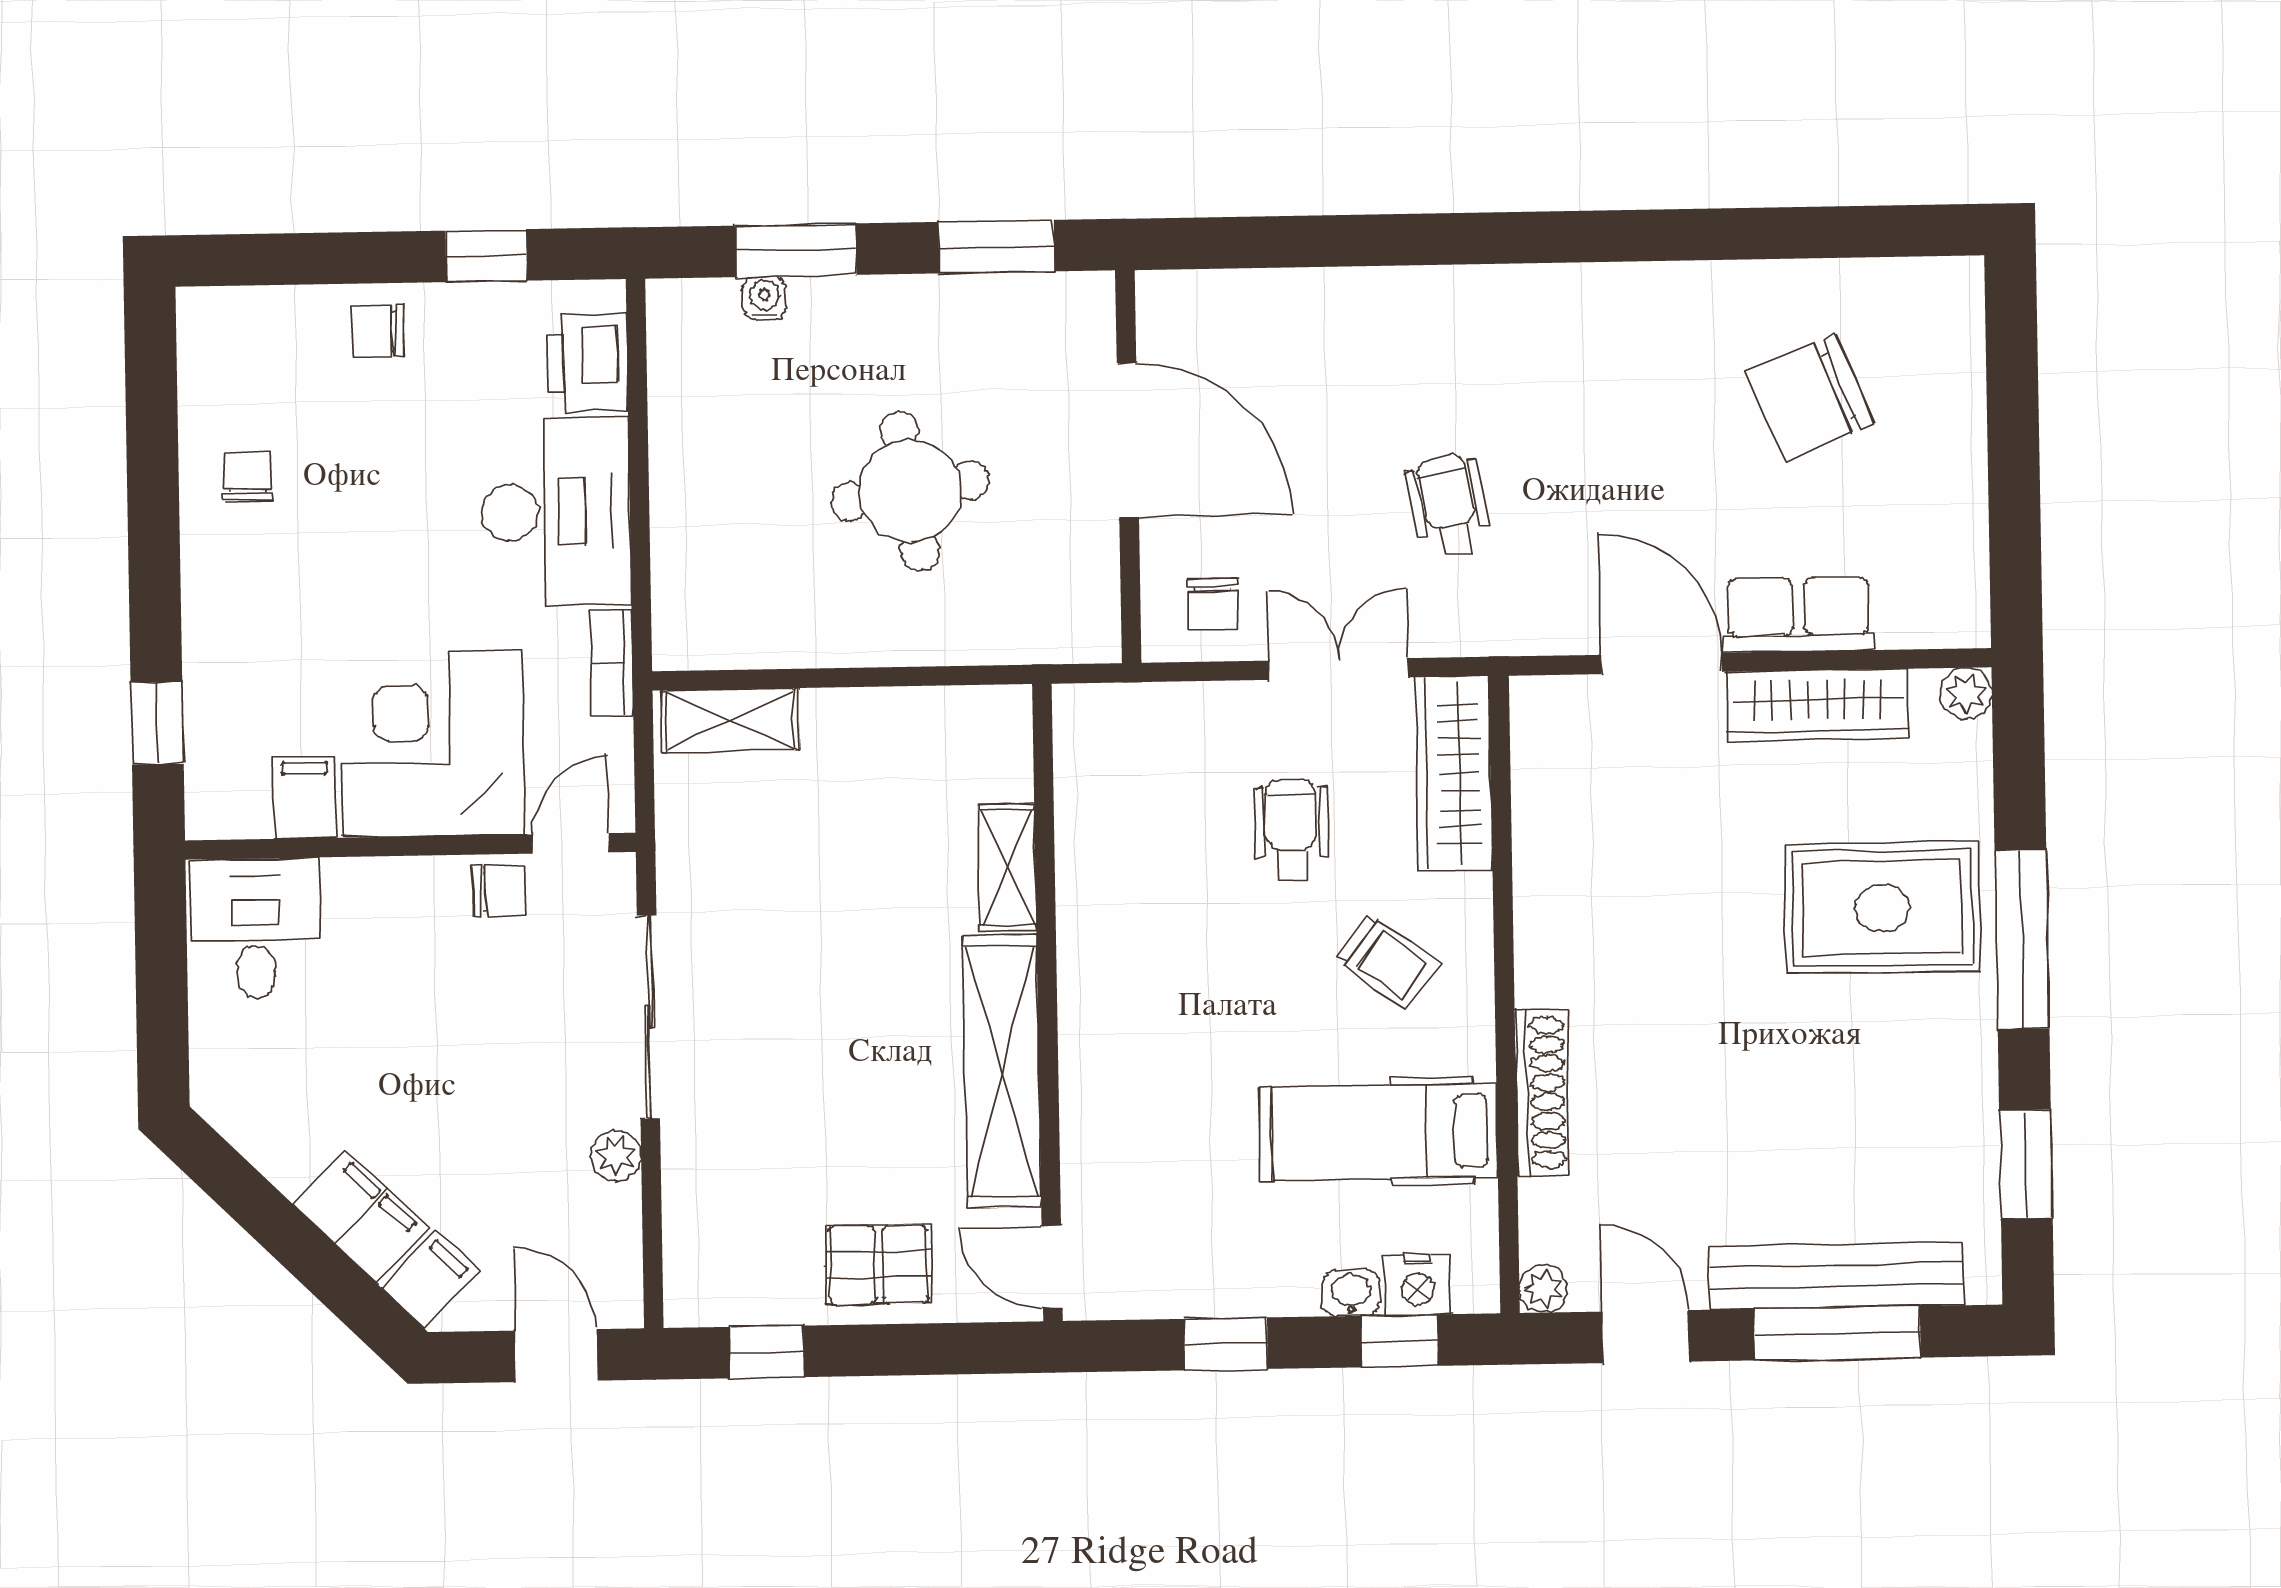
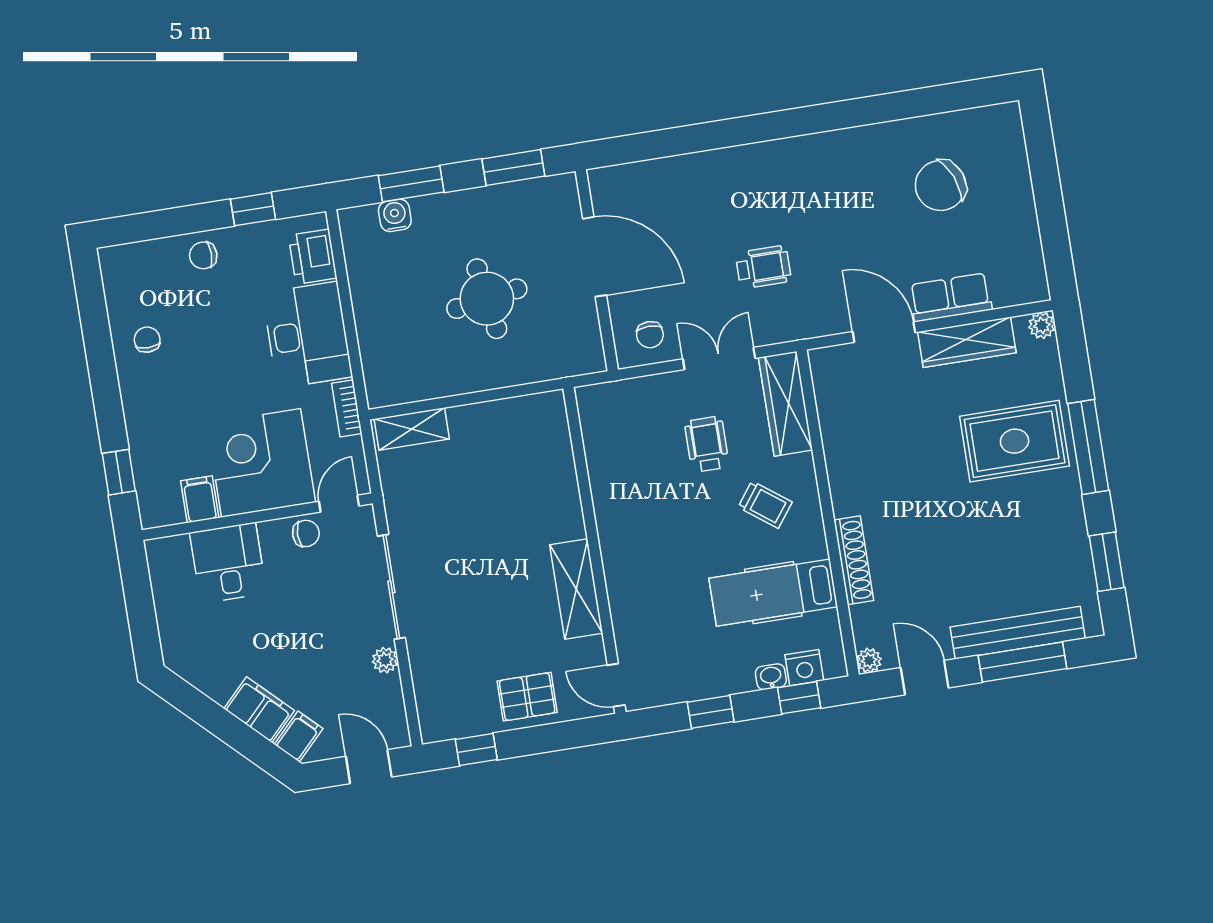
water cooler: (764, 298) -> (395, 215), width x1.38, depth x1.38
wheelchair: (1448, 506) -> (763, 267), turned 100
shelving: (1007, 868) -> (564, 484), removed
desk: (256, 928) -> (228, 563), moved
shelving: (1002, 1072) -> (576, 589), width x0.68

